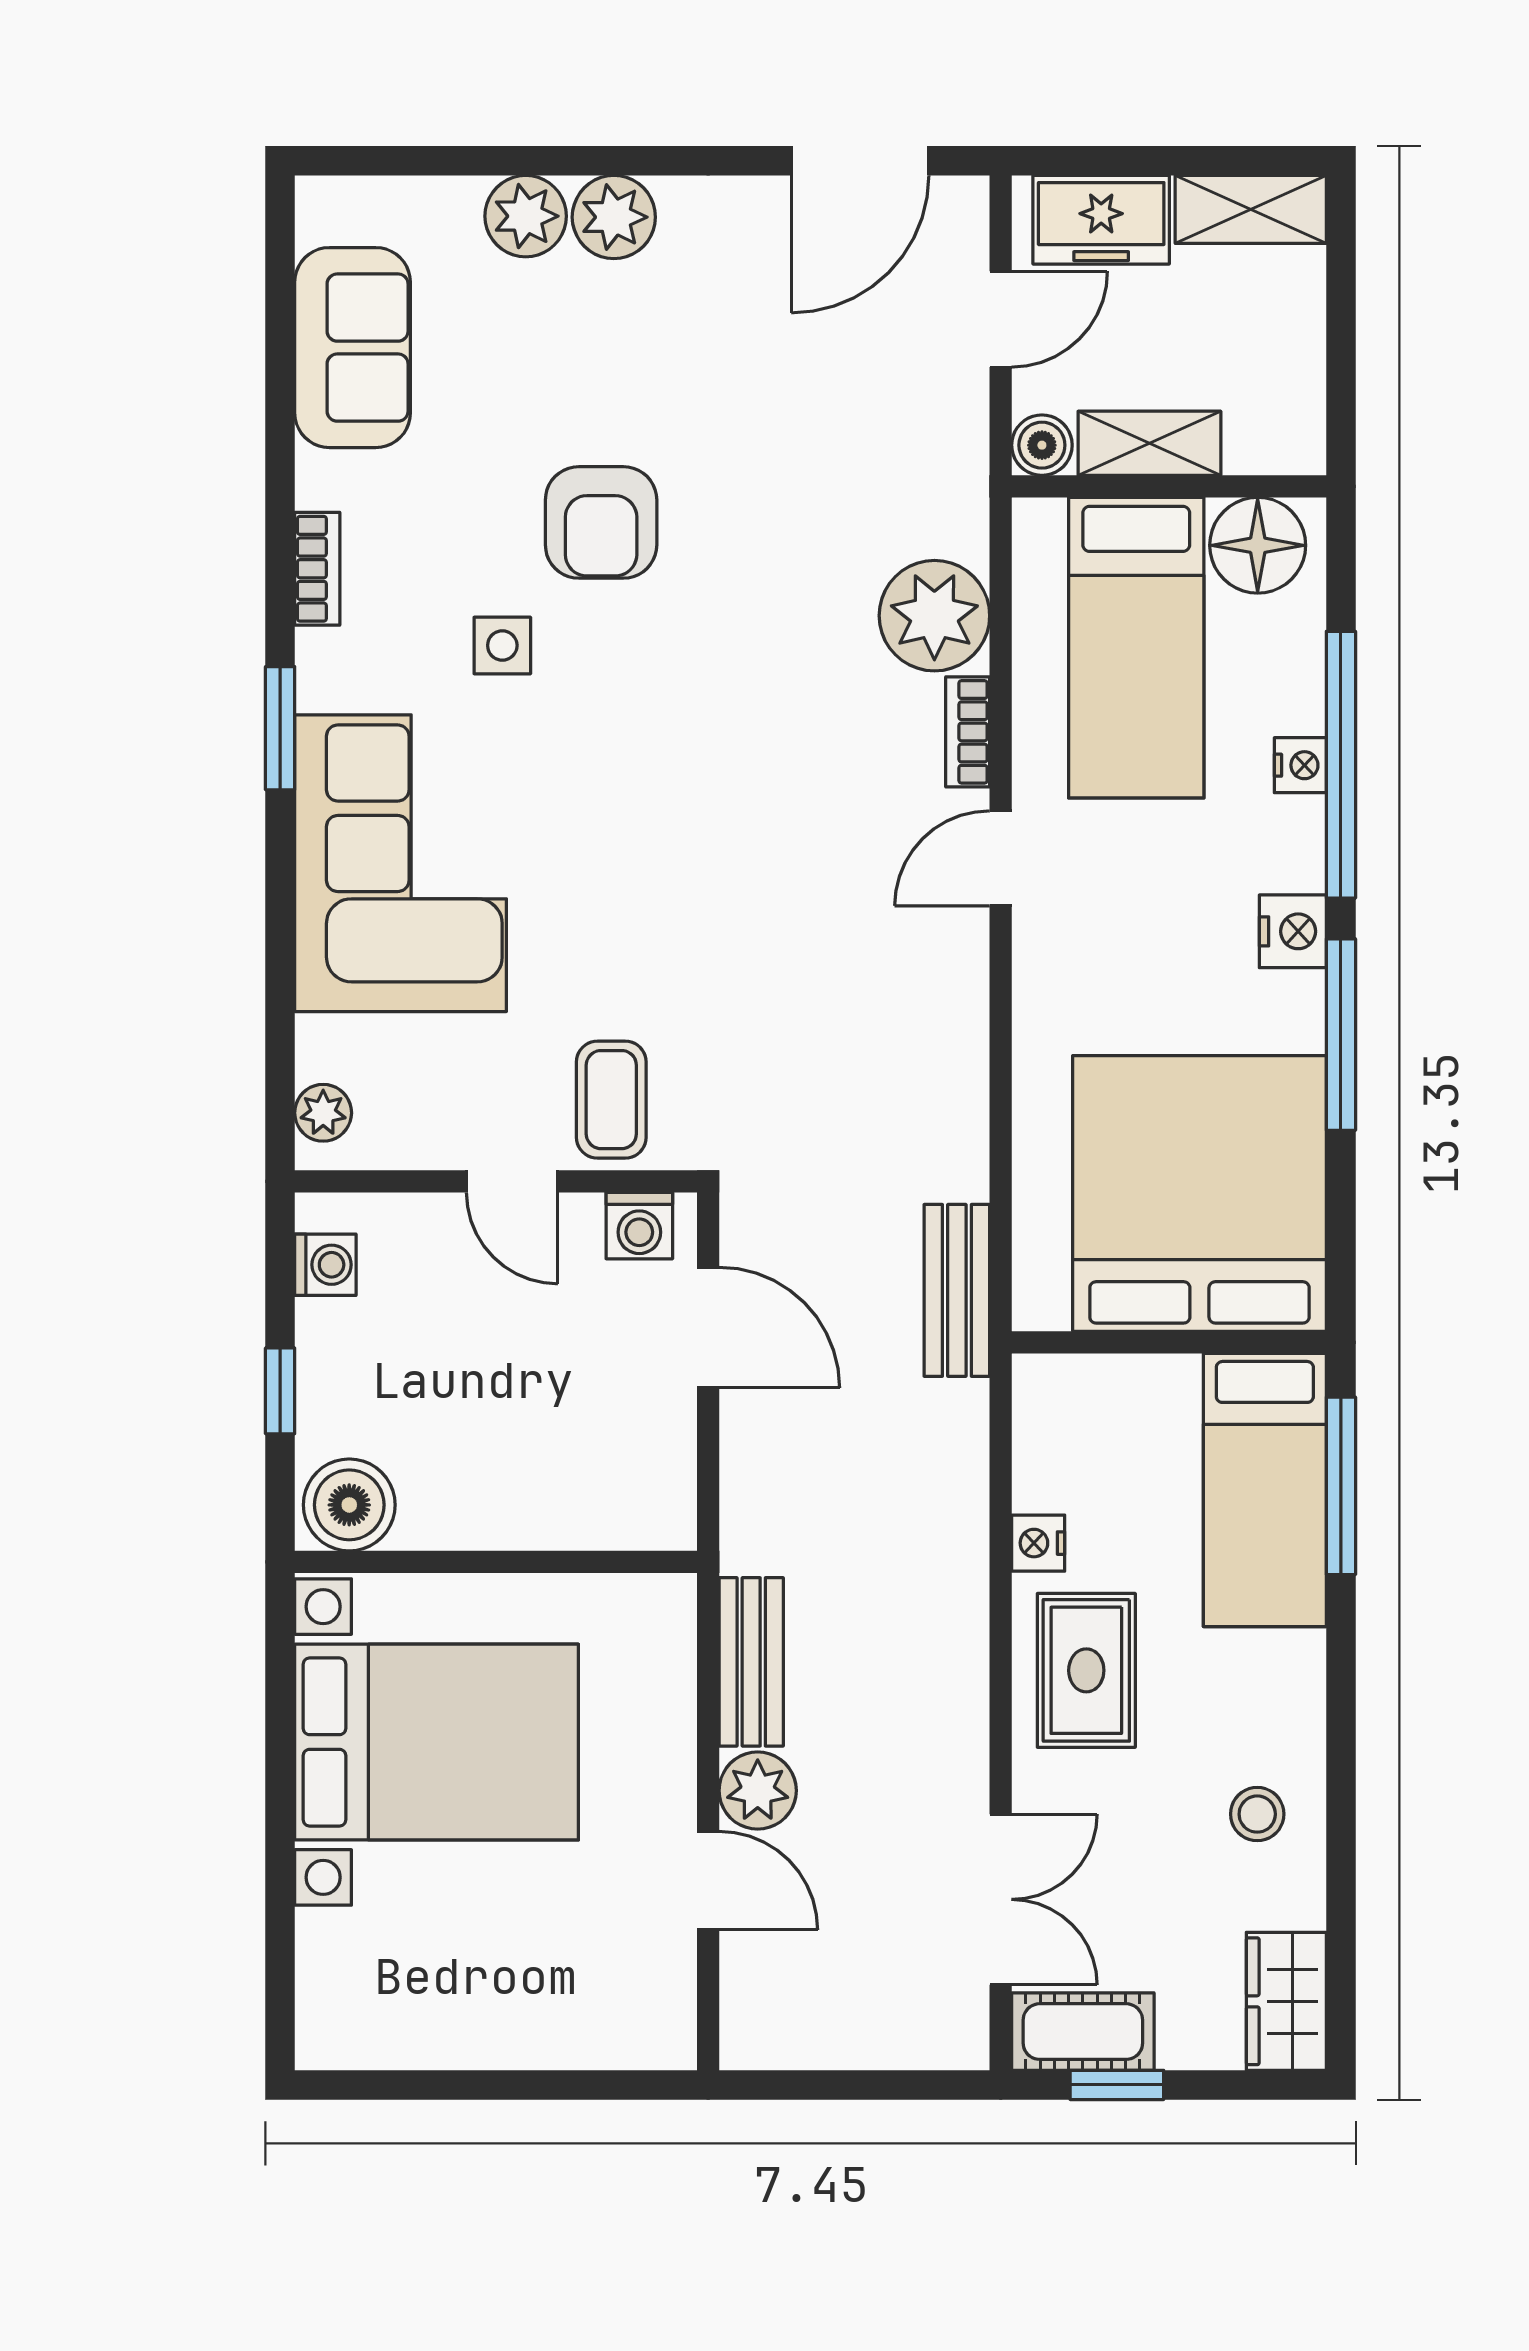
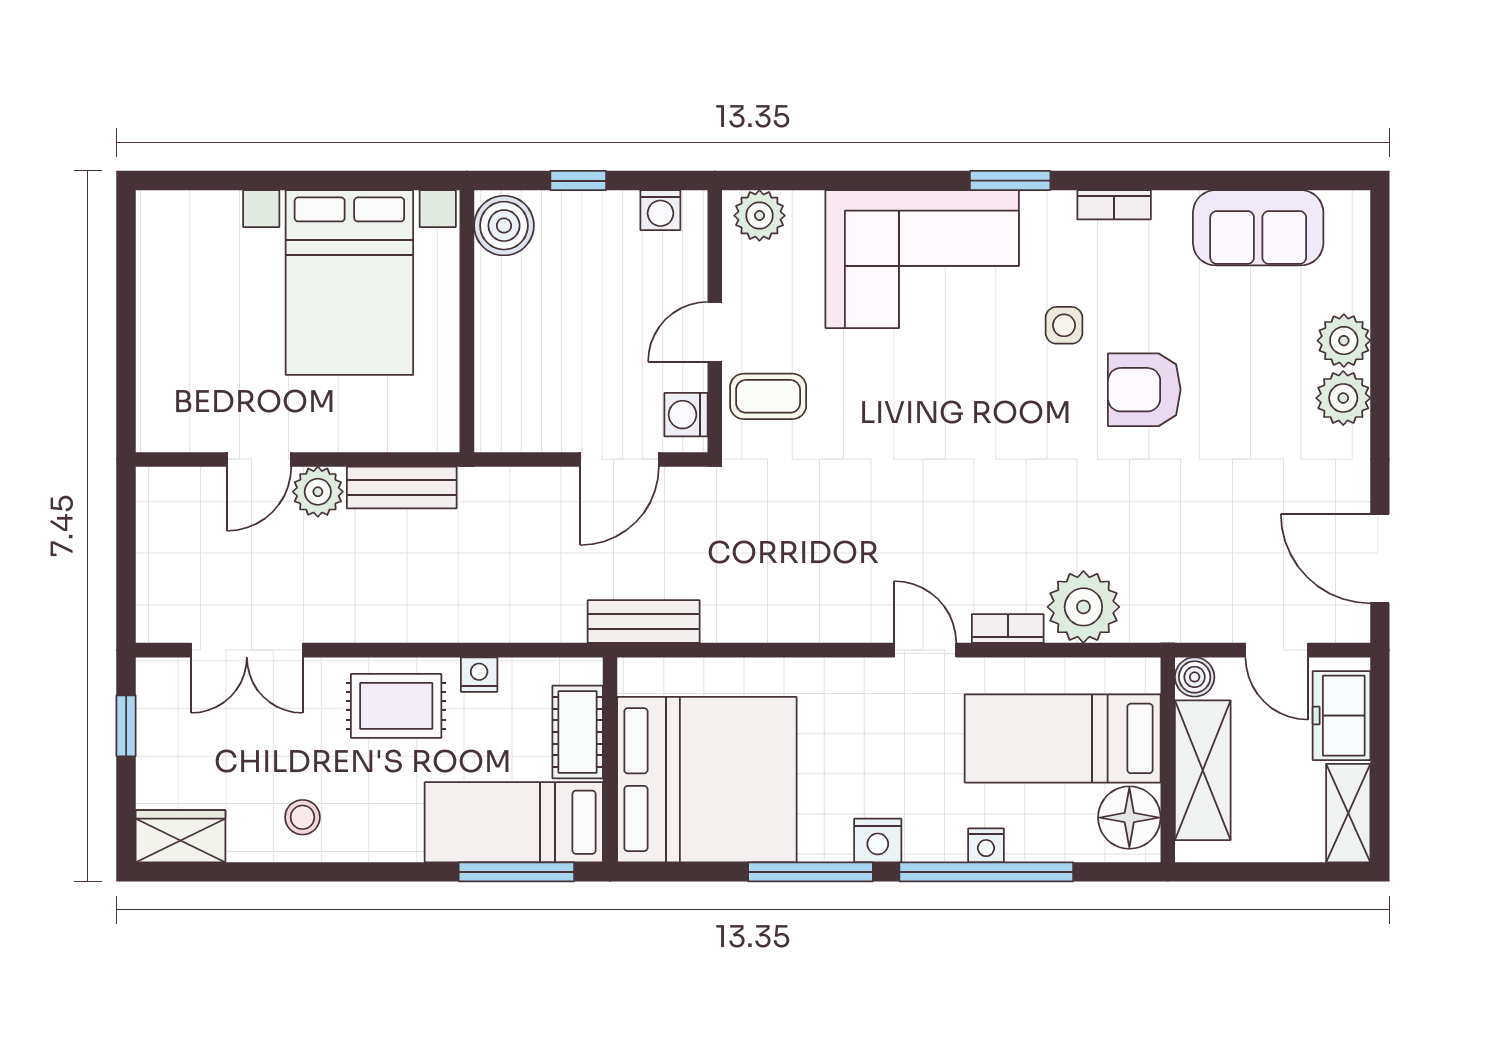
shelving: (1149, 443) -> (1203, 770), width x1.50, depth x1.33
plant: (323, 1113) -> (759, 216), width x1.38, depth x1.38
cot: (1083, 2032) -> (578, 732), moved

